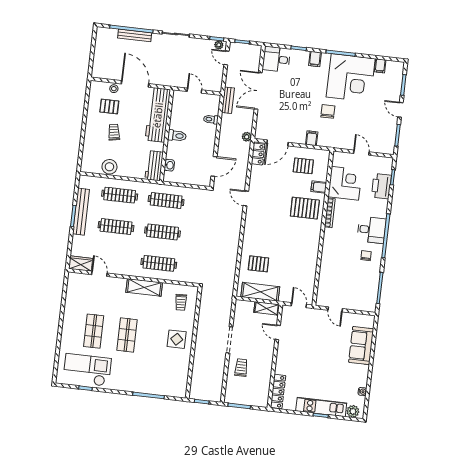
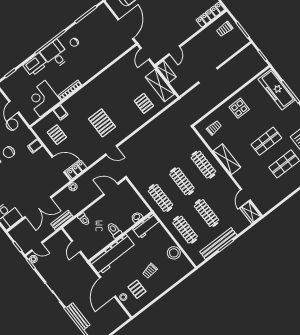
door: (227, 58) -> (37, 247), hinge flipped
chair: (348, 137) -> (12, 124), added
printer: (381, 186) -> (35, 65), moved
door: (246, 198) -> (111, 150), hinge flipped
pallet: (305, 208) -> (102, 123), moved
door: (335, 309) -> (126, 29), width x1.88
trolley: (241, 368) -> (225, 29), moved
freezer: (162, 386) -> (277, 90), added

